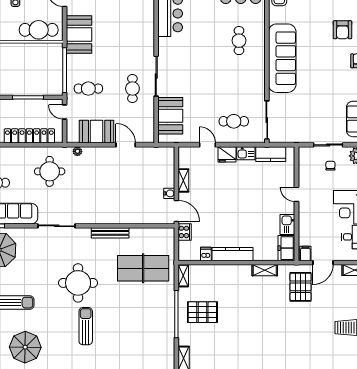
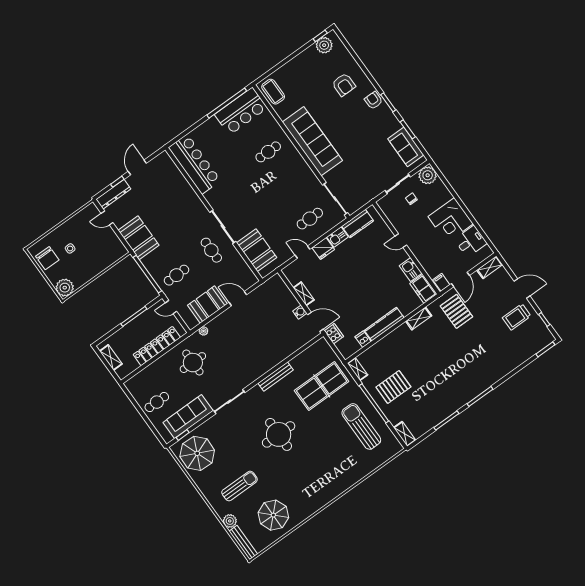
cafe table: (39, 30) -> (104, 257), removed
cafe table: (239, 41) -> (268, 152), turned 90
sun lounger: (86, 326) -> (361, 426), moved, width x1.36, depth x1.34

